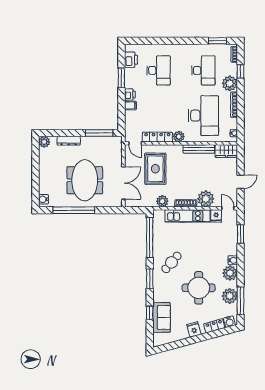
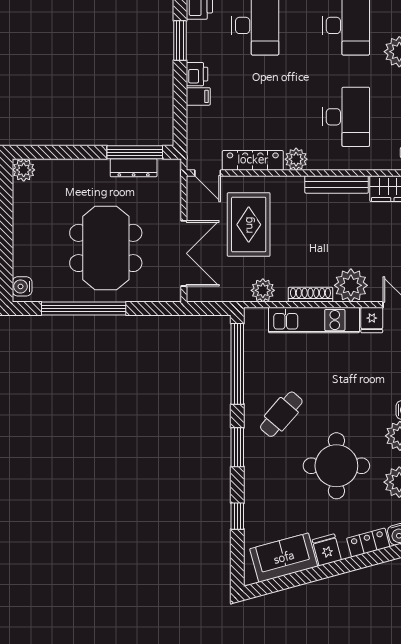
desk: (203, 116) -> (346, 117), width x0.73, depth x0.77
dresser: (69, 141) -> (134, 168), moved
sofa: (162, 317) -> (284, 558), moved, turned -105

